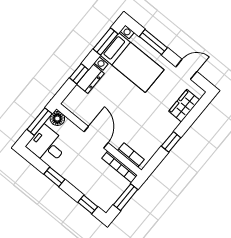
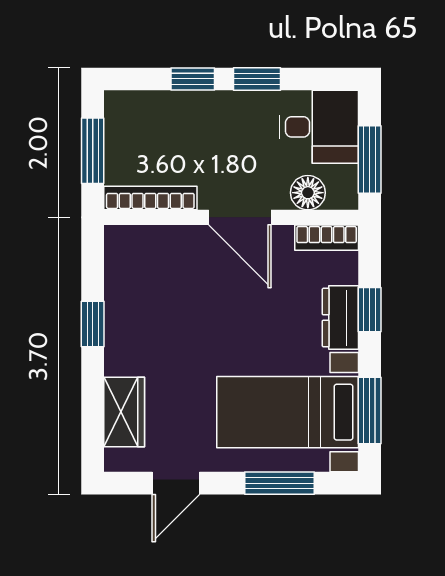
floor lamp: (57, 118) -> (308, 193), moved
bookcase: (131, 155) -> (327, 238), moved
window: (88, 204) -> (193, 79), moved

